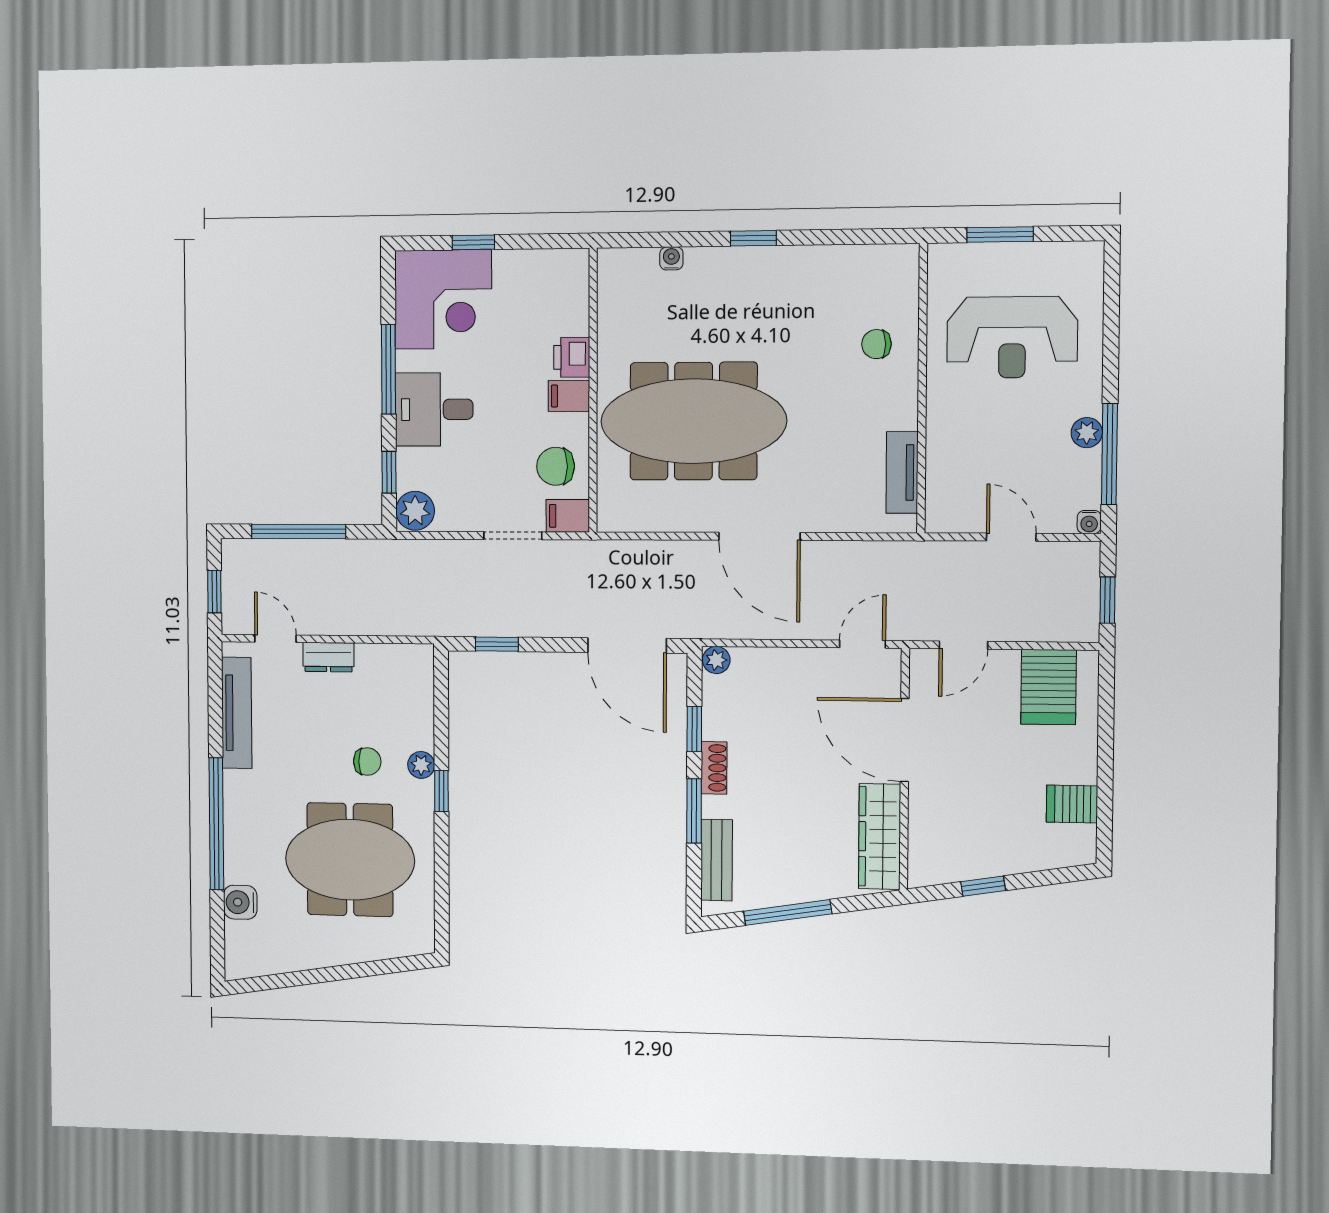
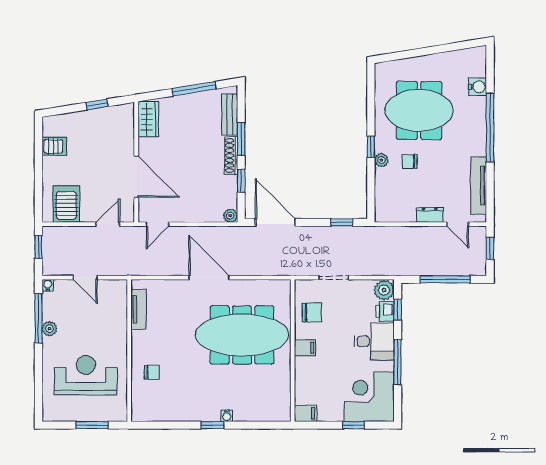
water cooler: (671, 258) -> (227, 416), moved
printer: (572, 357) -> (385, 311), moved, turned 180
filing cabinet: (568, 516) -> (305, 413), moved
shoe rack: (714, 768) -> (231, 155), width x1.43
wardrobe: (880, 837) -> (148, 119), width x0.67

